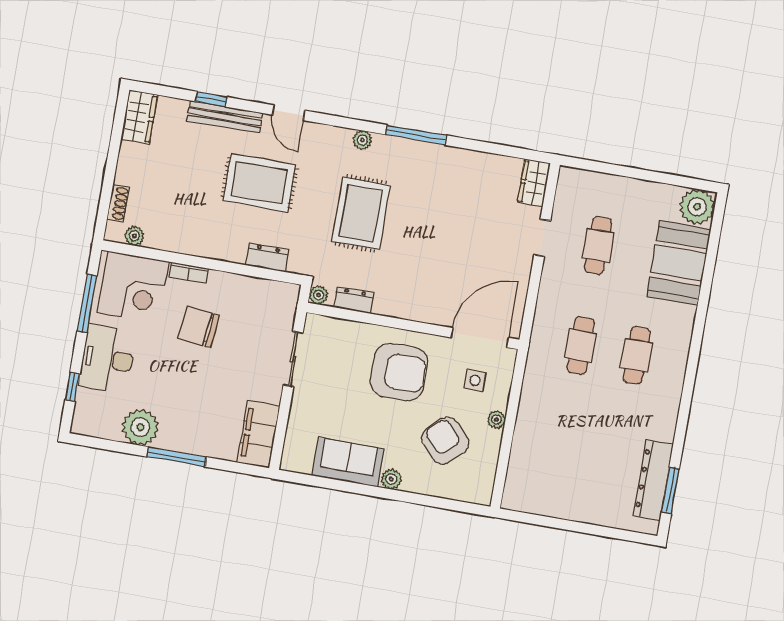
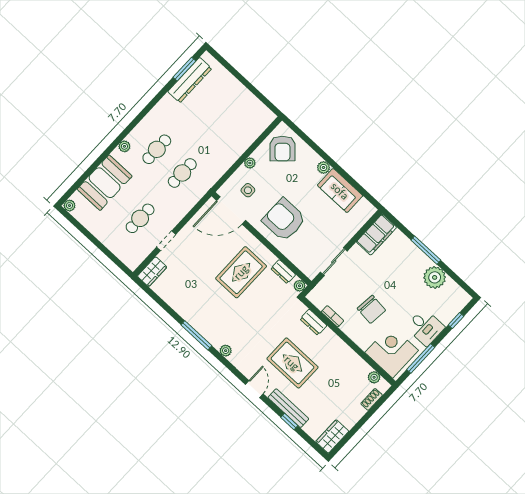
plant: (697, 207) -> (69, 206), width x0.53, depth x0.53
rug: (361, 213) -> (241, 272), moved
bookcase: (189, 273) -> (333, 316), moved
plant: (684, 331) -> (124, 146), added
desk: (107, 359) -> (425, 327), width x0.73
armchair: (445, 441) -> (282, 149), moved

